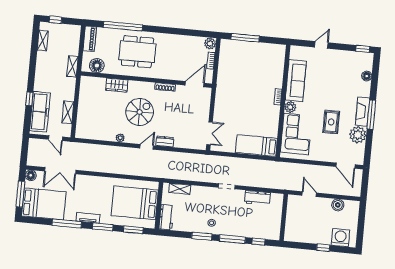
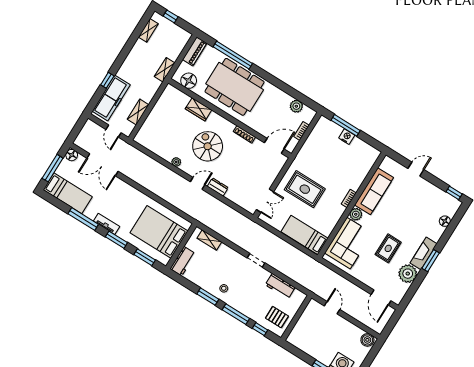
plant: (210, 43) -> (296, 106), moved
nightstand: (251, 47) -> (347, 137), added
dining table: (137, 52) -> (235, 87), width x1.36, depth x1.24
rug: (238, 107) -> (305, 189), added
spiral stairs: (140, 112) -> (208, 146), turned -90
window: (371, 115) -> (431, 261), width x0.69
bed: (44, 204) -> (68, 193), width x0.67
boiler: (338, 205) -> (367, 340), moved
pallet: (267, 225) -> (277, 317), added

